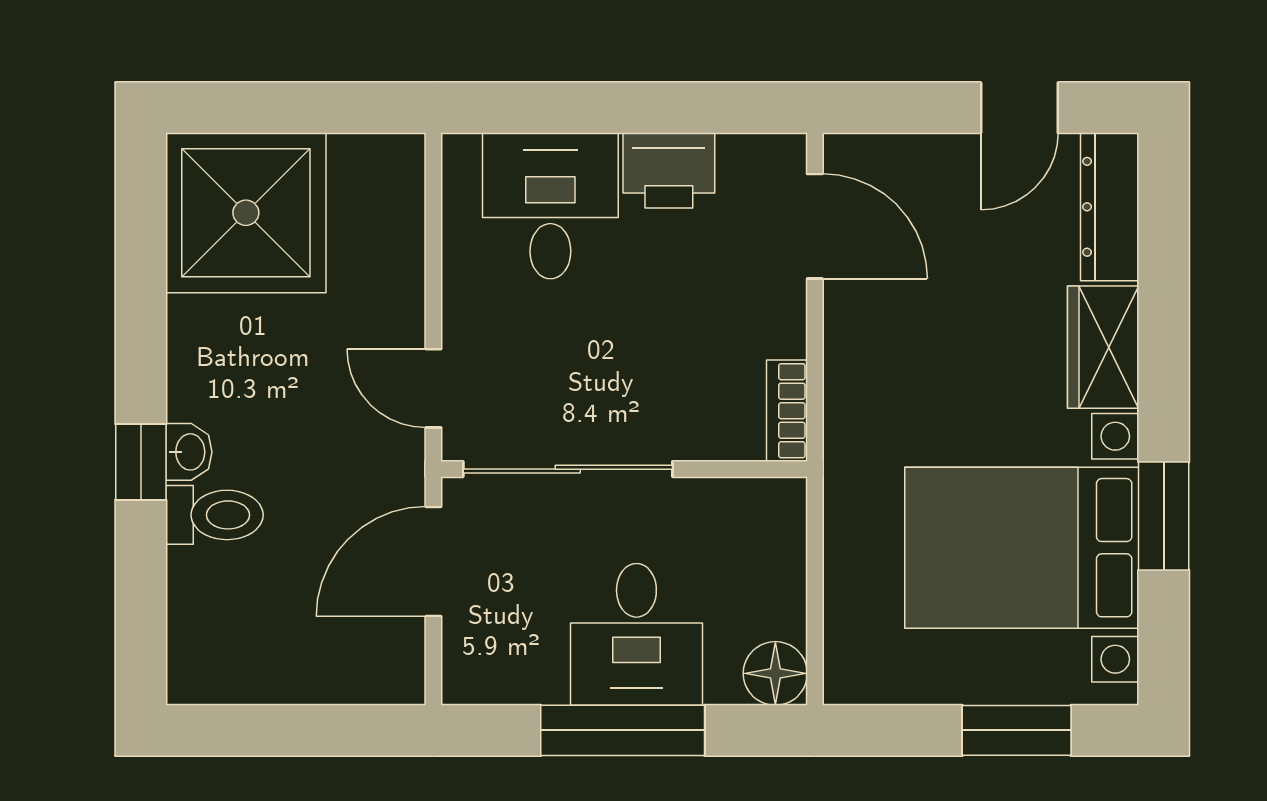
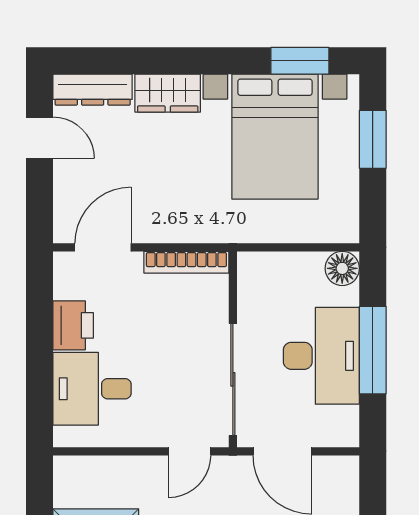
bookcase: (787, 411) -> (186, 262), width x1.56
window: (1164, 516) -> (300, 61), moved
desk: (636, 634) -> (321, 356), width x1.37

